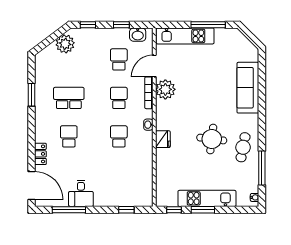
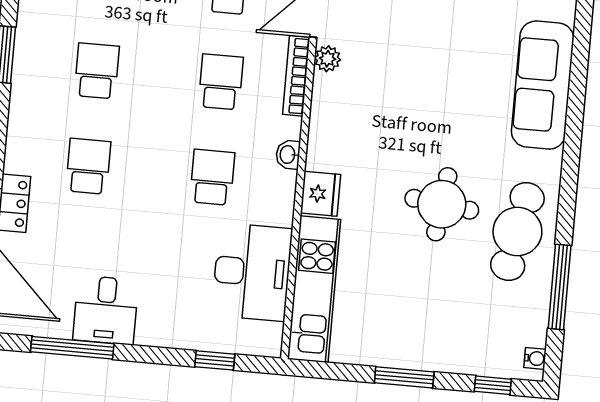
plant: (165, 89) -> (327, 59), width x0.53, depth x0.53
school desk: (69, 98) -> (97, 71), width x0.54
cafe table: (243, 147) -> (517, 232), width x1.37, depth x1.35
desk: (138, 173) -> (252, 272), added
kitchen unit: (207, 198) -> (314, 289), moved, turned 90
window: (174, 210) -> (493, 385), moved

